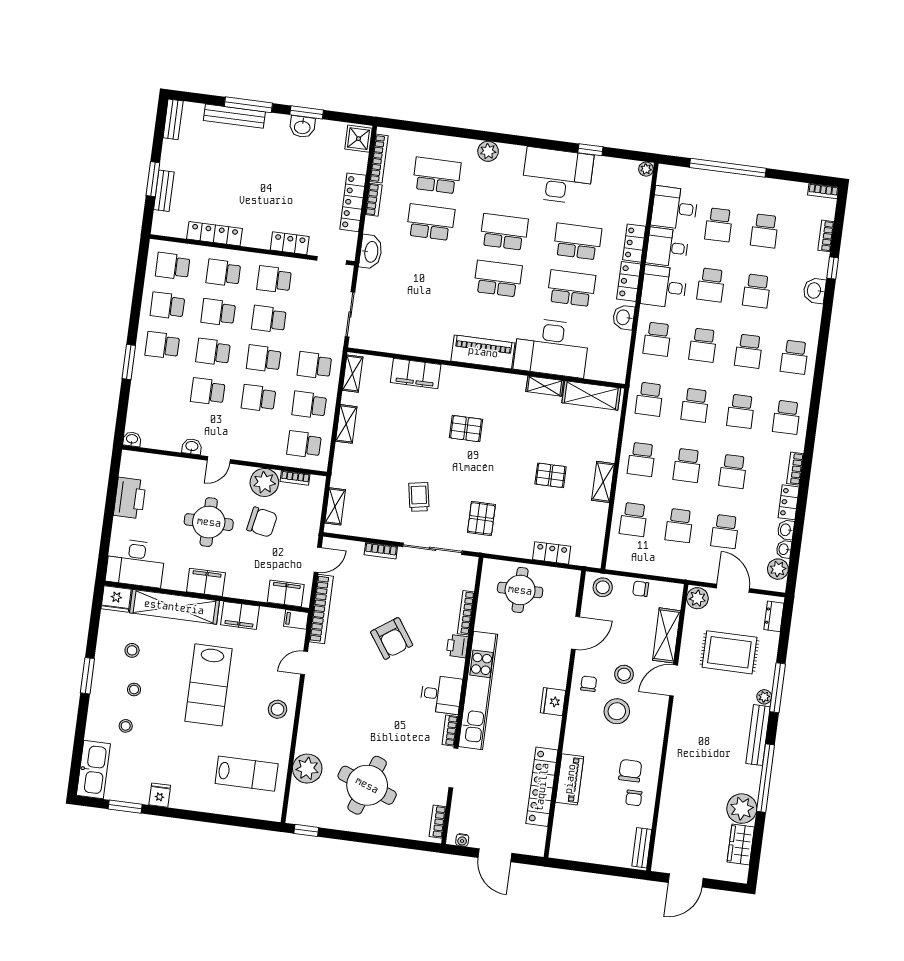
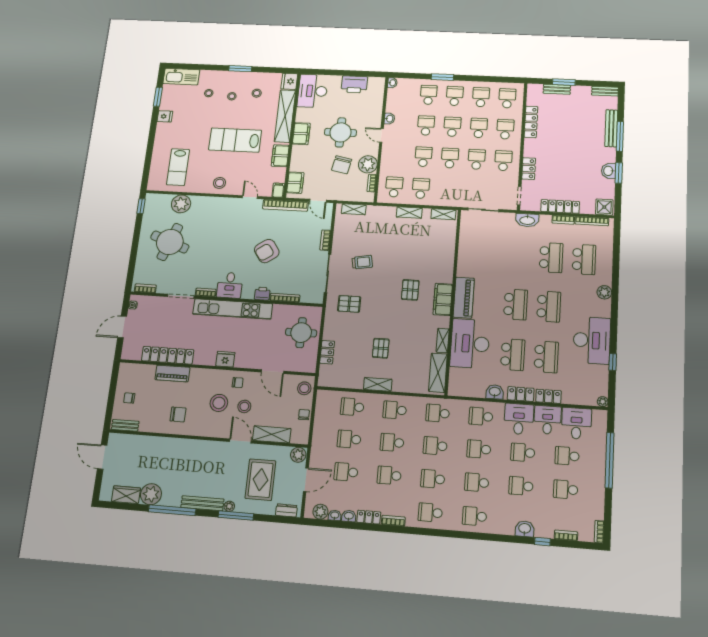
school desk: (314, 365) -> (429, 95), moved
filing cabinet: (416, 373) -> (443, 299), moved
chair: (634, 798) -> (129, 398), moved

